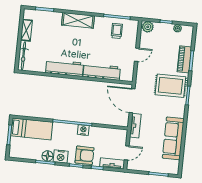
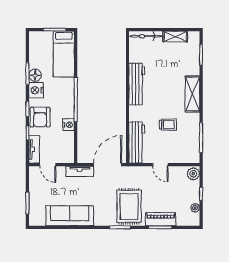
trolley: (117, 31) -> (168, 125), moved
workbench: (102, 72) -> (137, 142), moved
nightstand: (83, 130) -> (69, 125), moved

